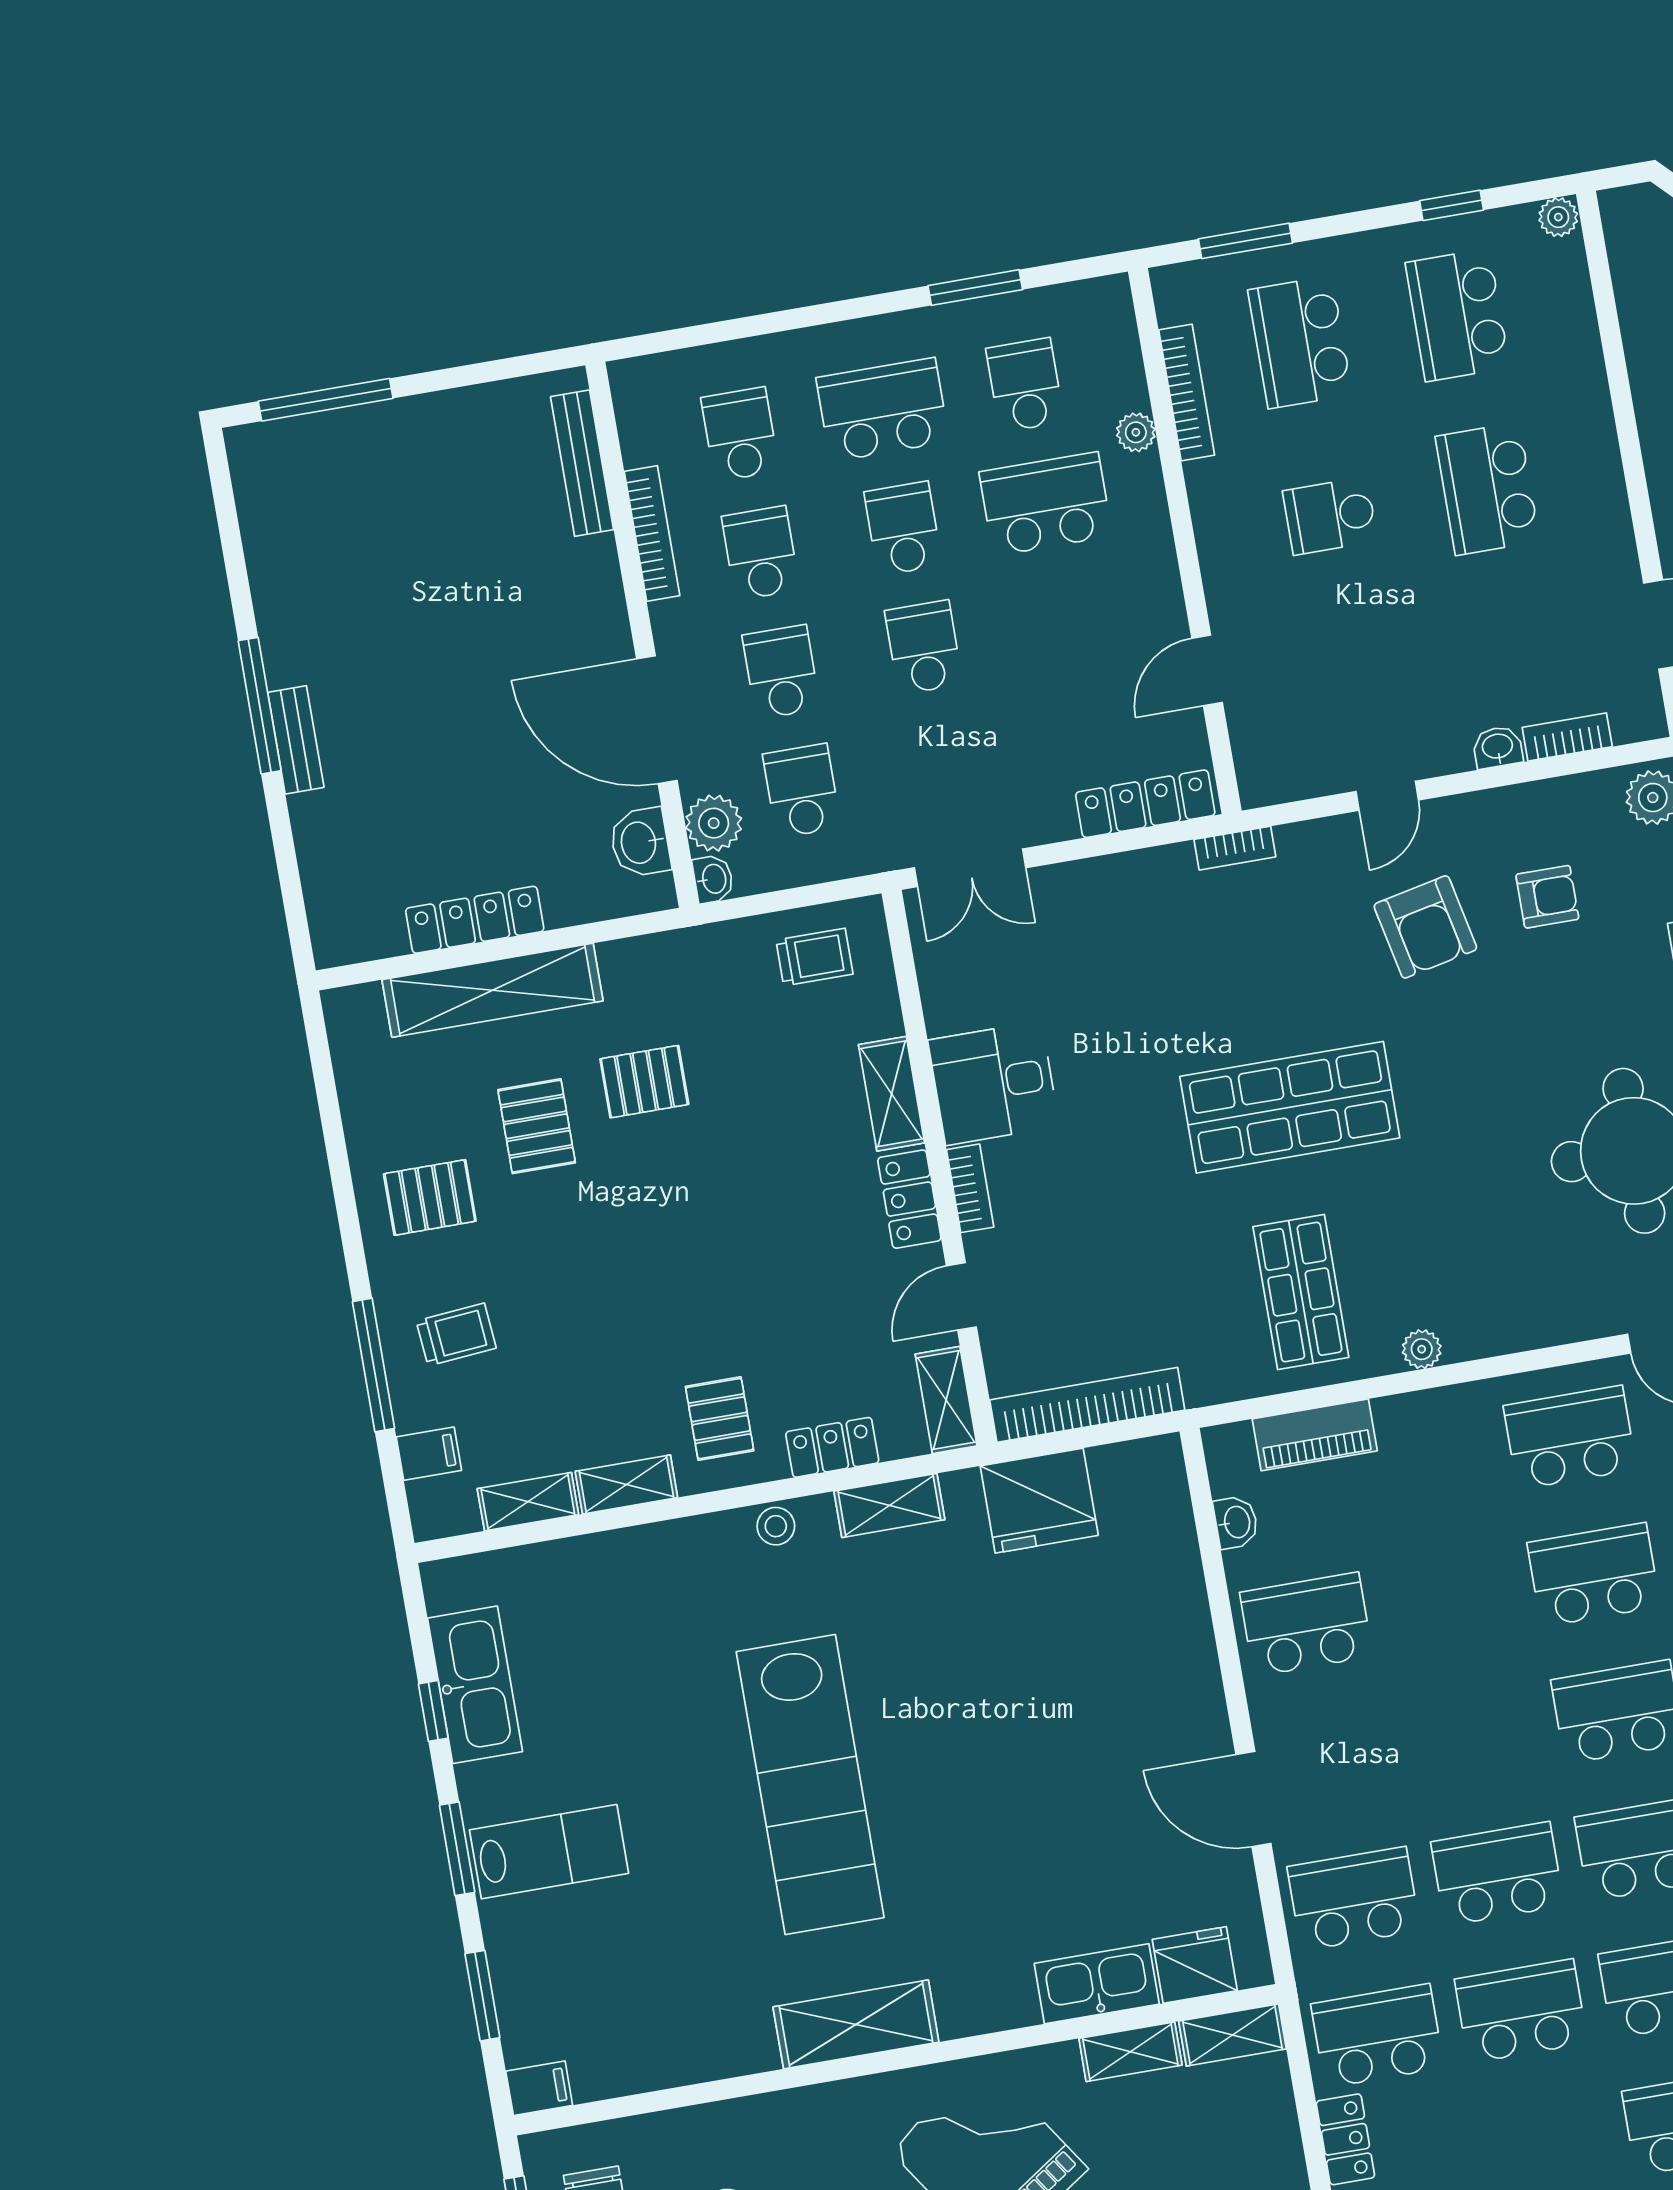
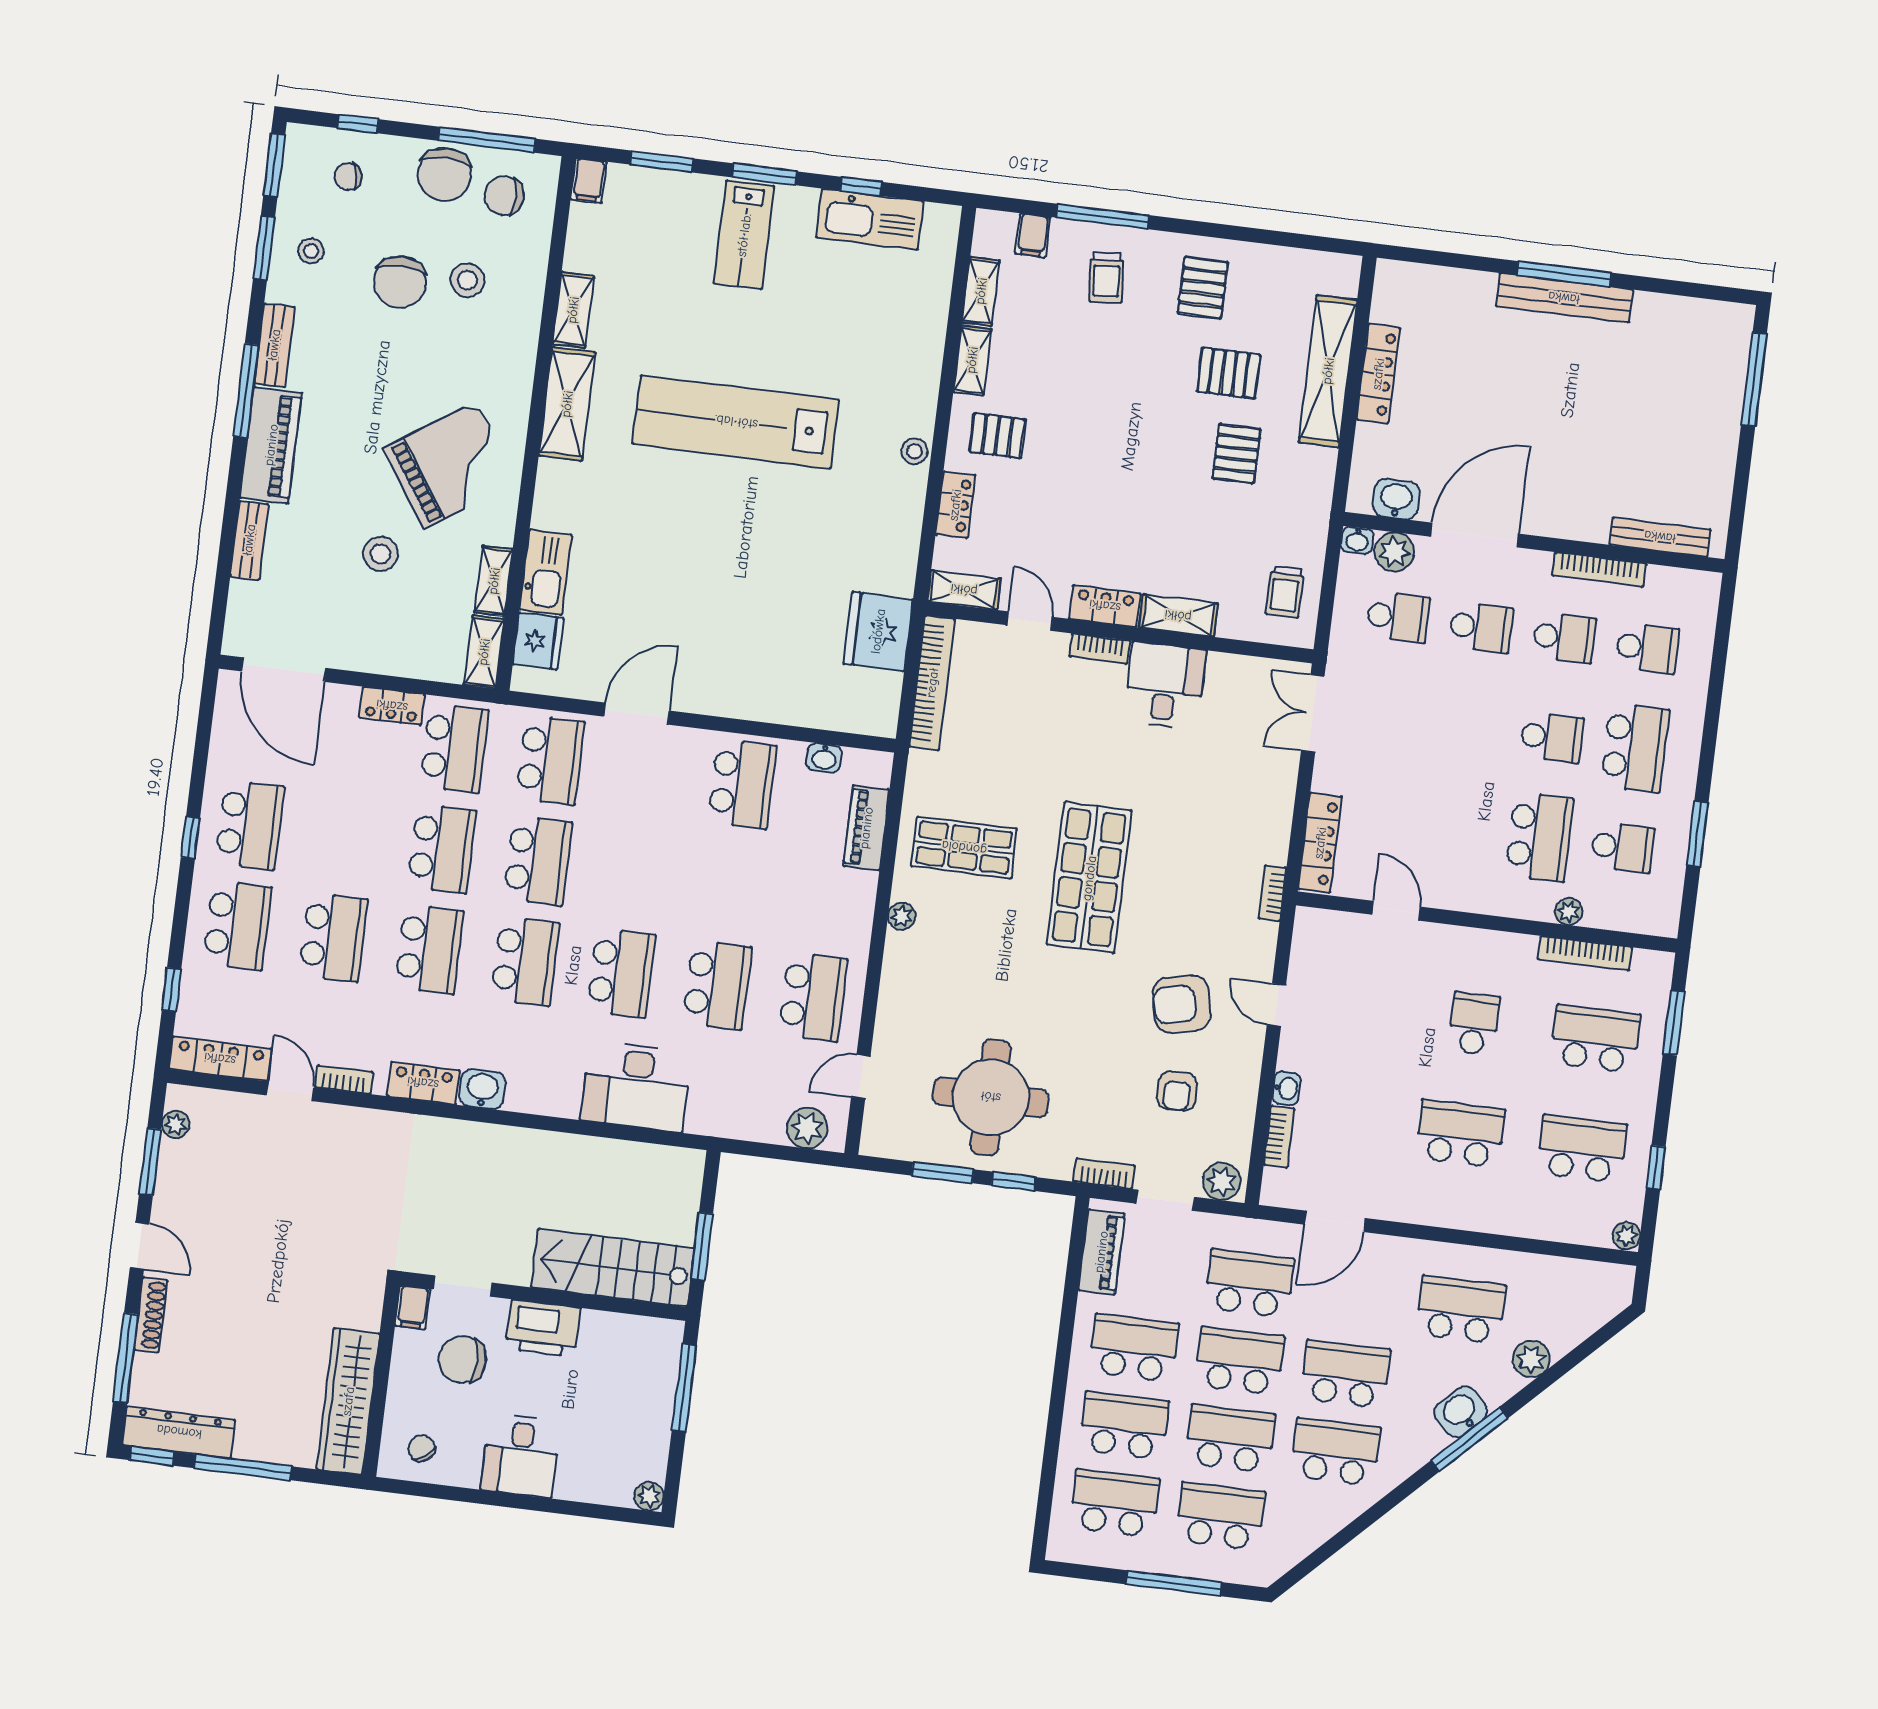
school desk: (924, 647) -> (1469, 727), removed
bench: (296, 740) -> (1564, 298), width x1.86, depth x1.21
shelving: (889, 1505) -> (573, 310), moved

